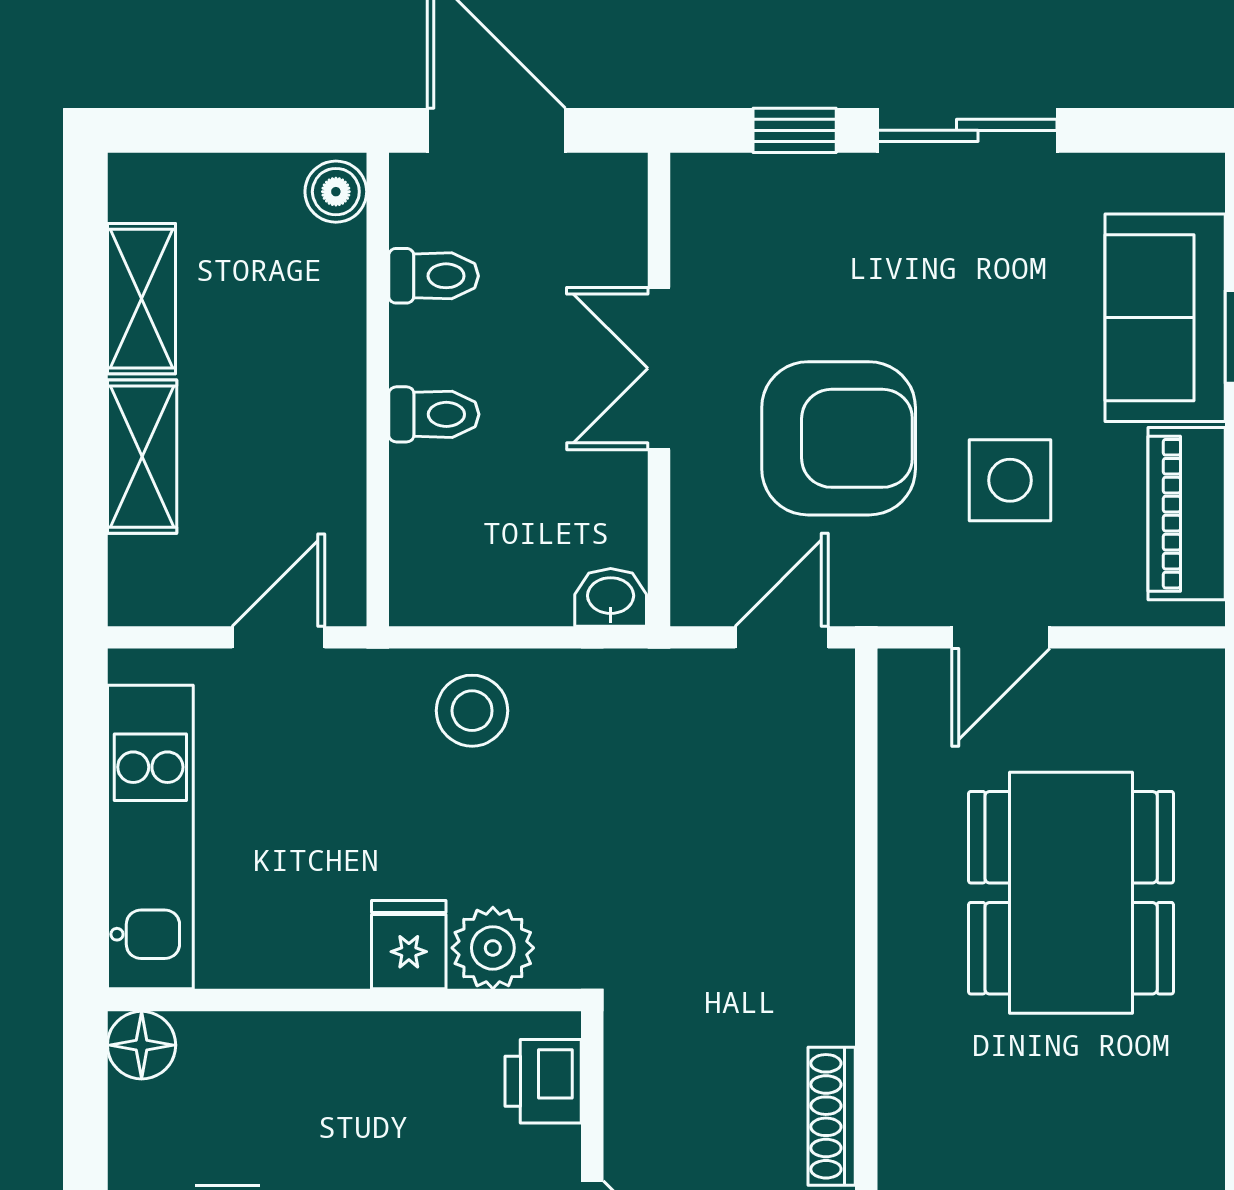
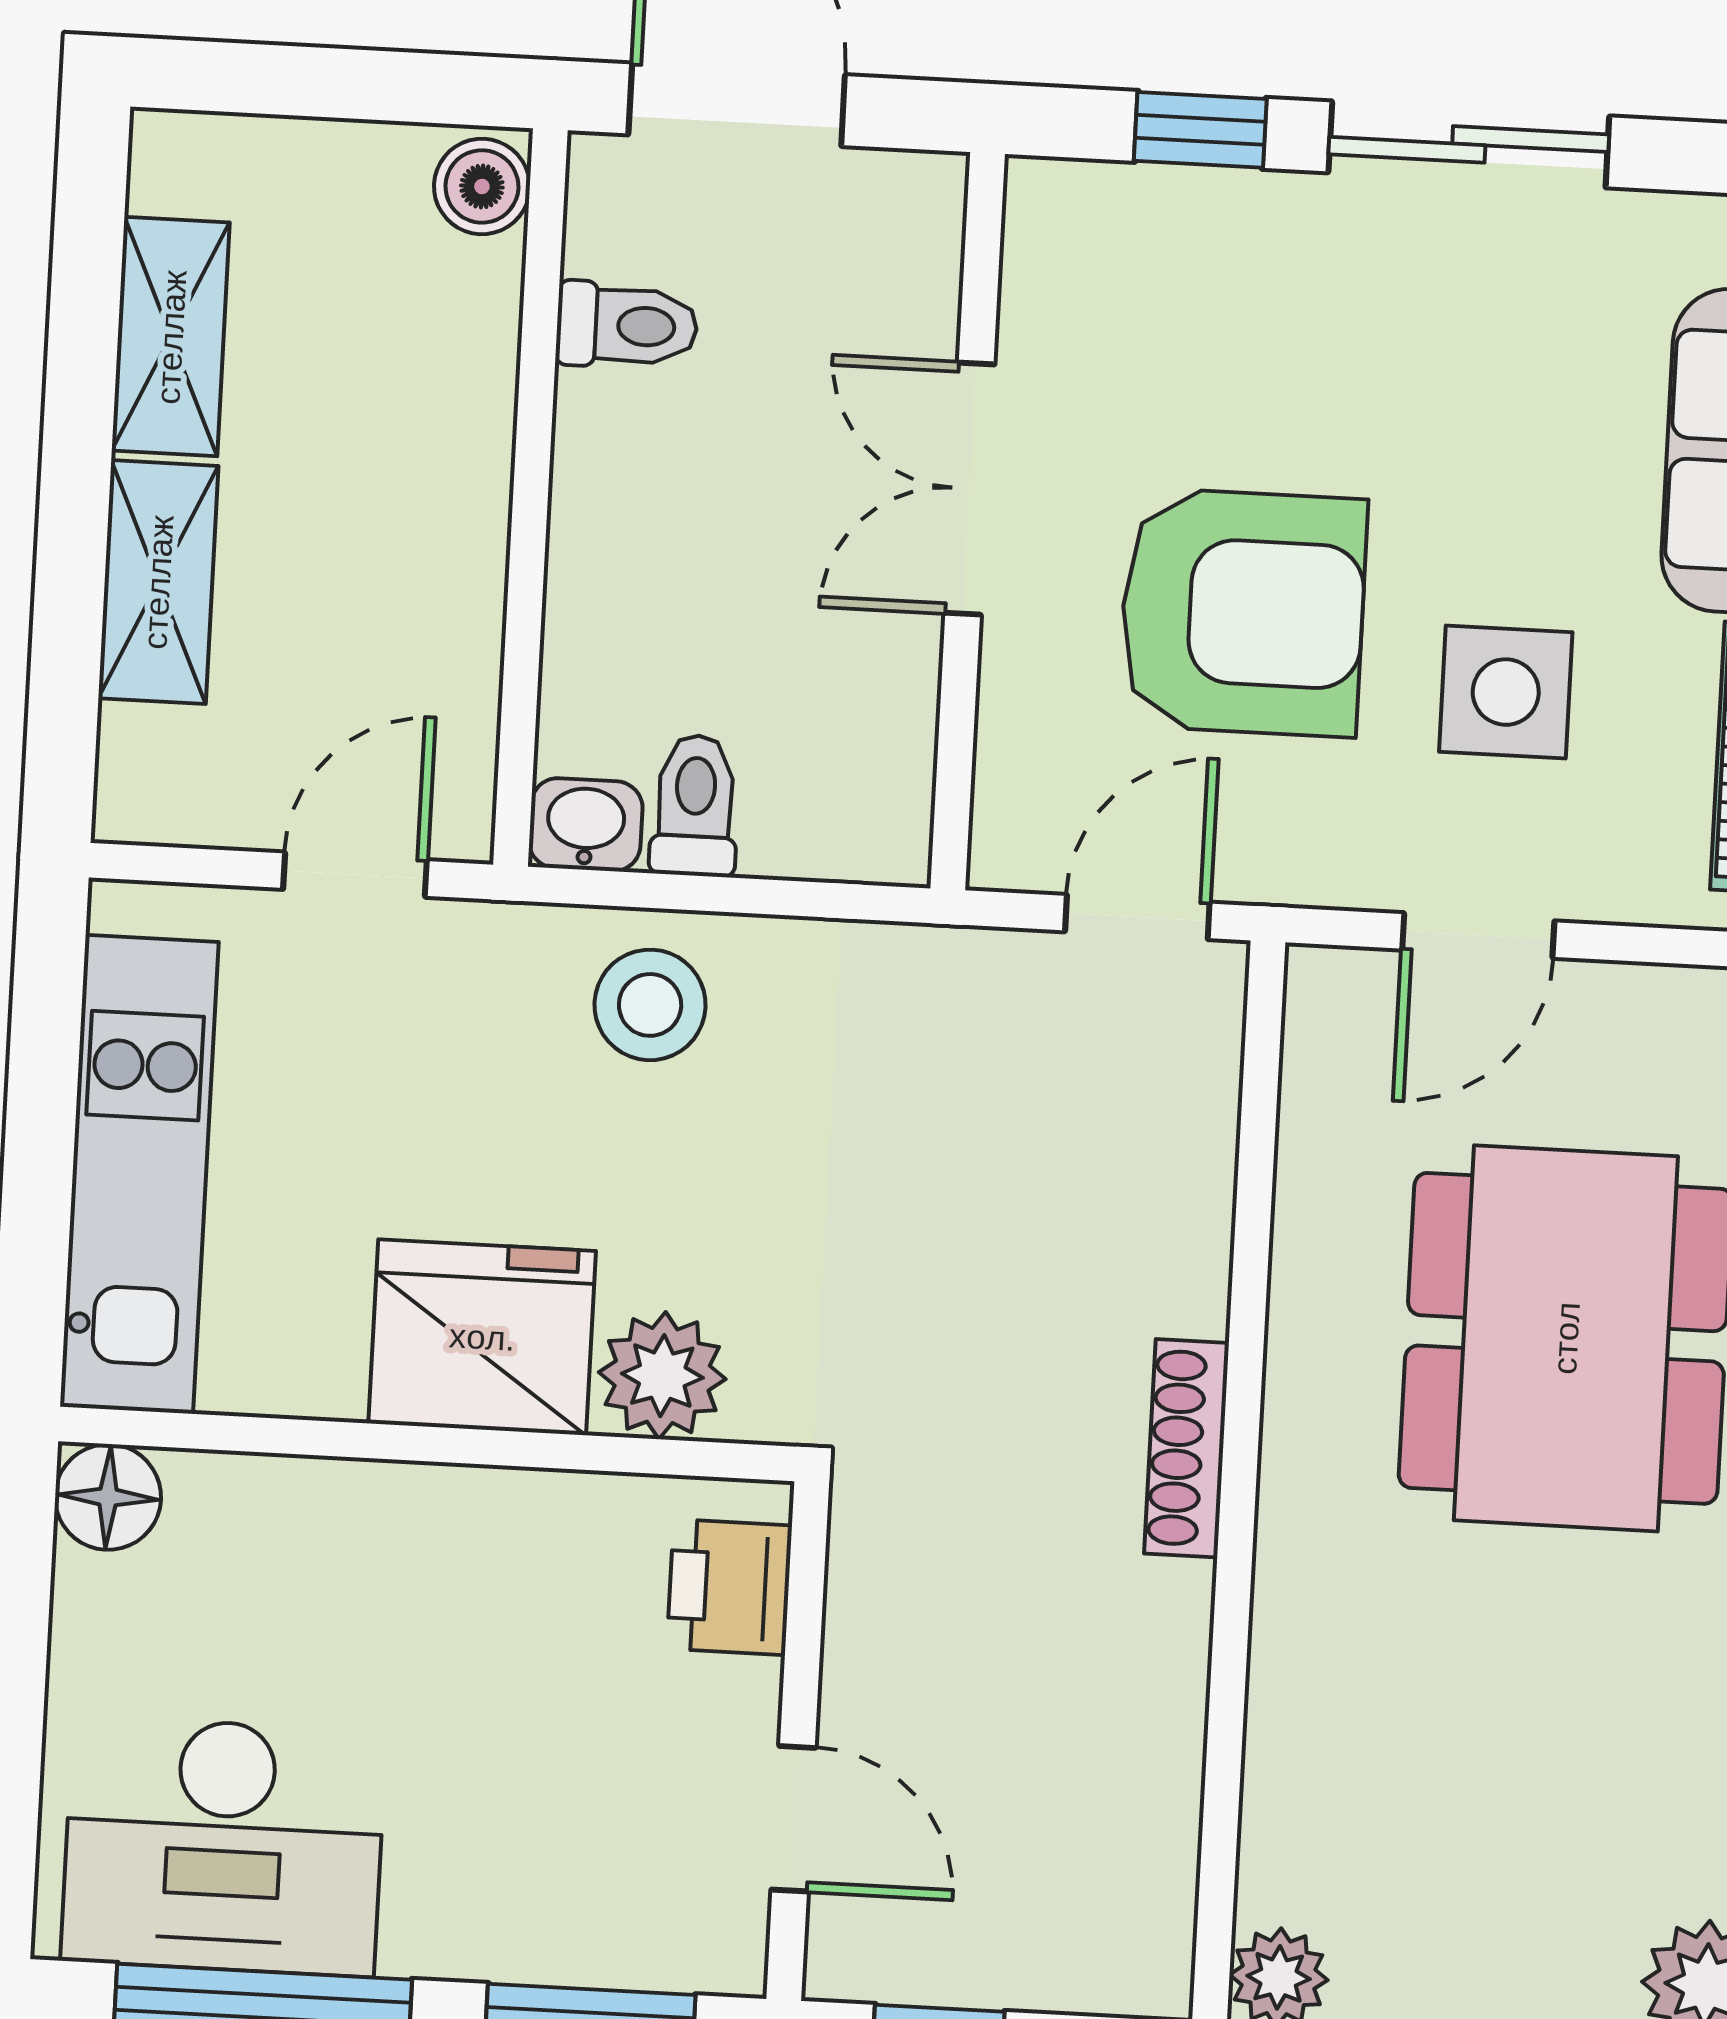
toilet: (434, 414) -> (695, 806), moved, turned -90
washbasin: (611, 597) -> (586, 825), moved
fridge: (409, 945) -> (482, 1337), width x1.88, depth x1.34
shoe rack: (832, 1116) -> (1187, 1448), moved

